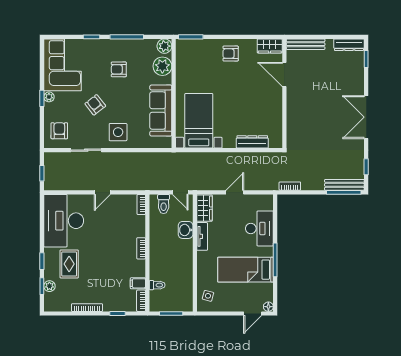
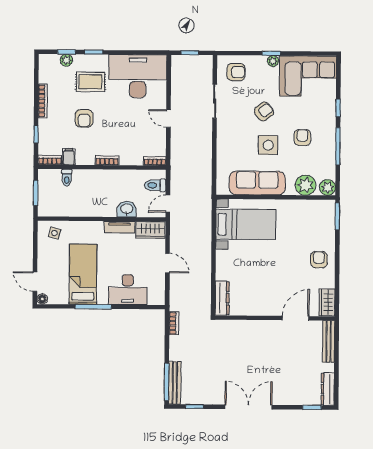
side table: (118, 132) -> (268, 145), moved
dresser: (252, 142) -> (222, 298), moved
armchair: (103, 270) -> (84, 118), added

